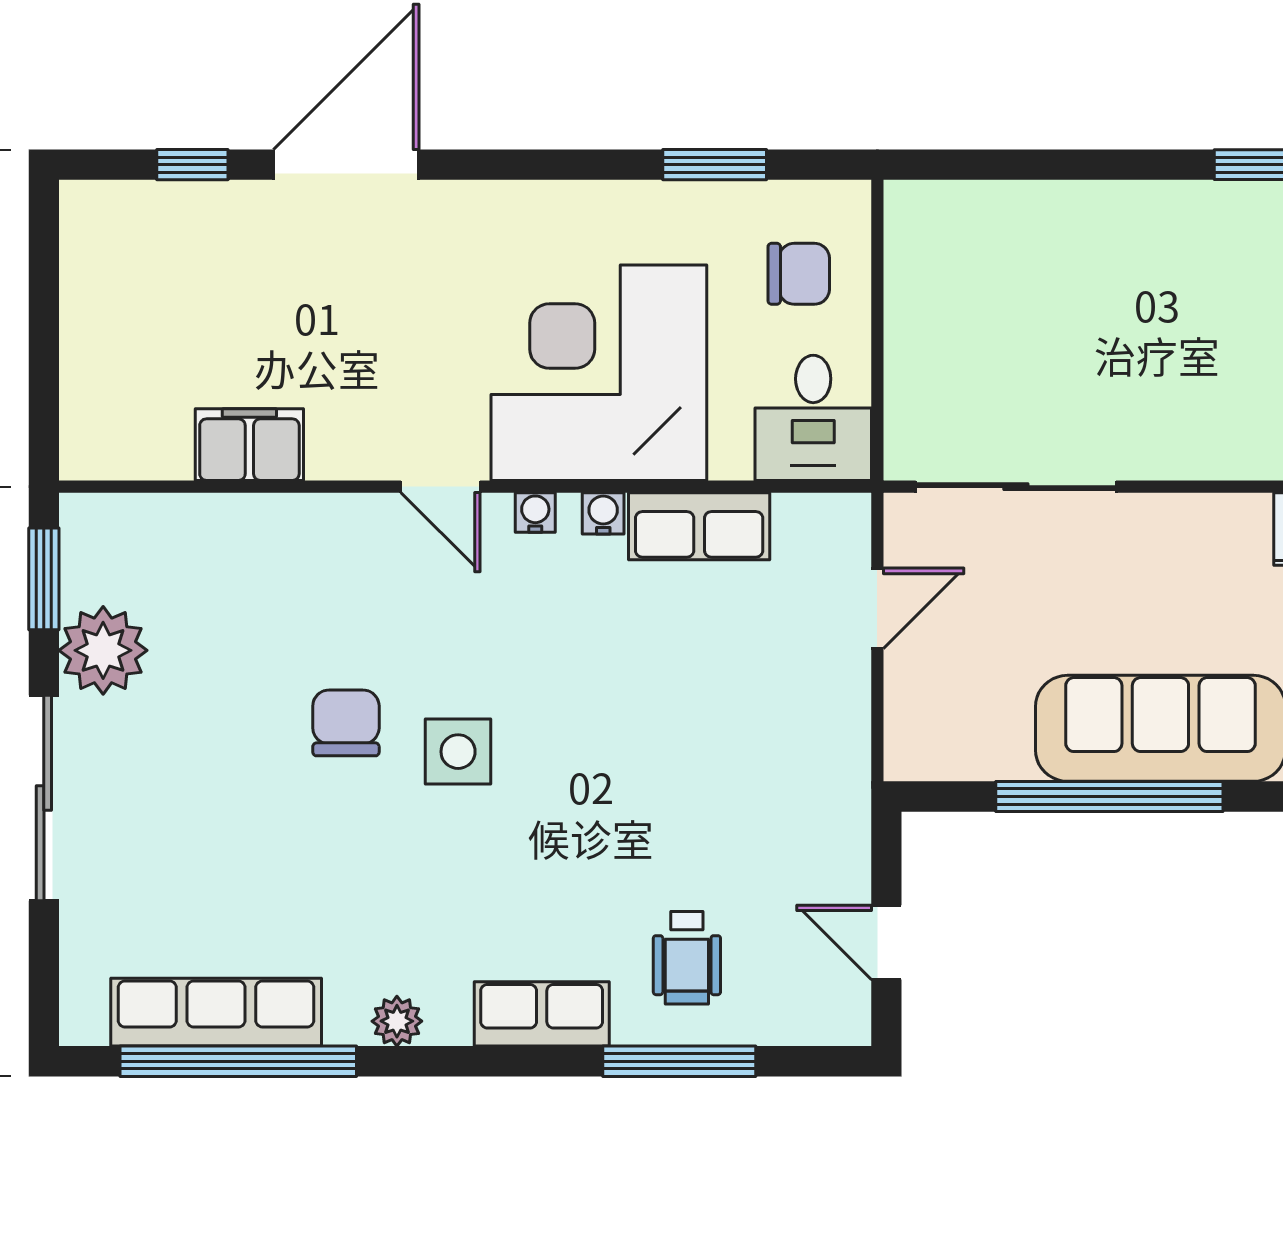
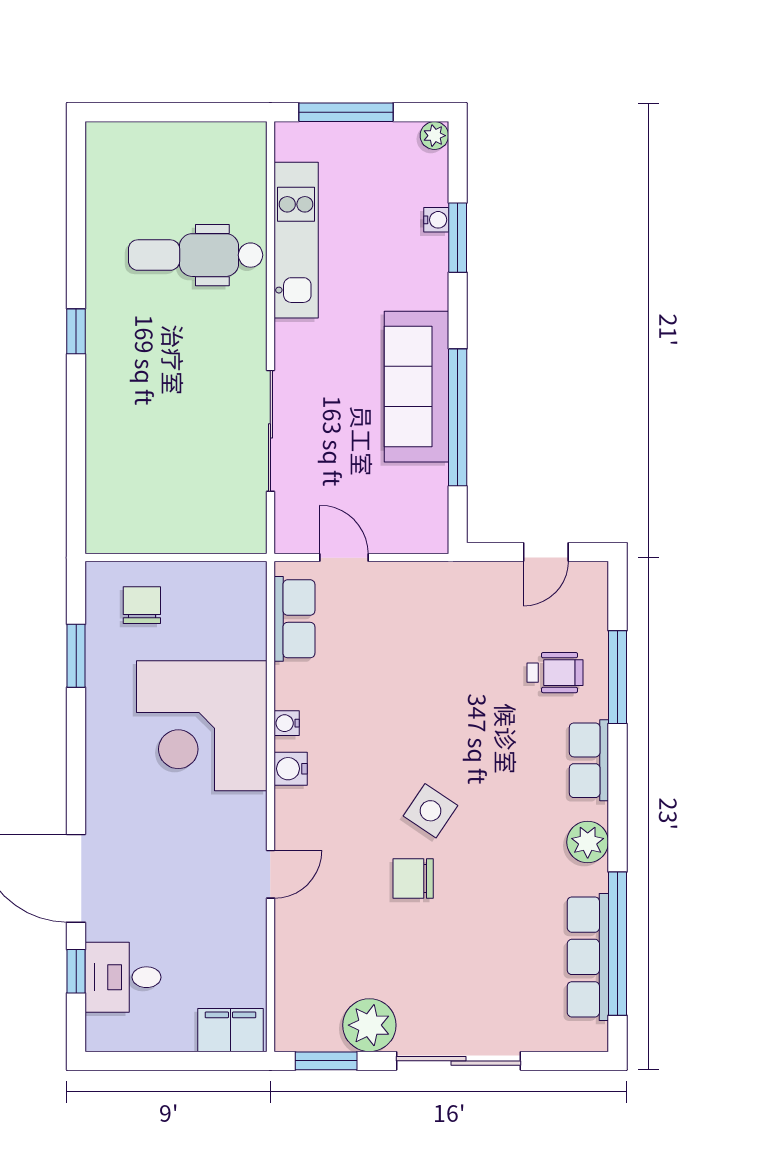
desk: (813, 418) -> (123, 977), moved, turned 180
filing cabinet: (249, 445) -> (230, 1030), moved, turned 90
door: (441, 487) -> (270, 874), moved
sliding door: (1016, 487) -> (270, 431), moved
water cooler: (535, 512) -> (291, 769), width x1.38, depth x1.38
row of seats: (699, 526) -> (294, 619), moved
side table: (458, 752) -> (431, 811), turned 34
plant: (397, 1021) -> (588, 842), width x1.38, depth x1.38

